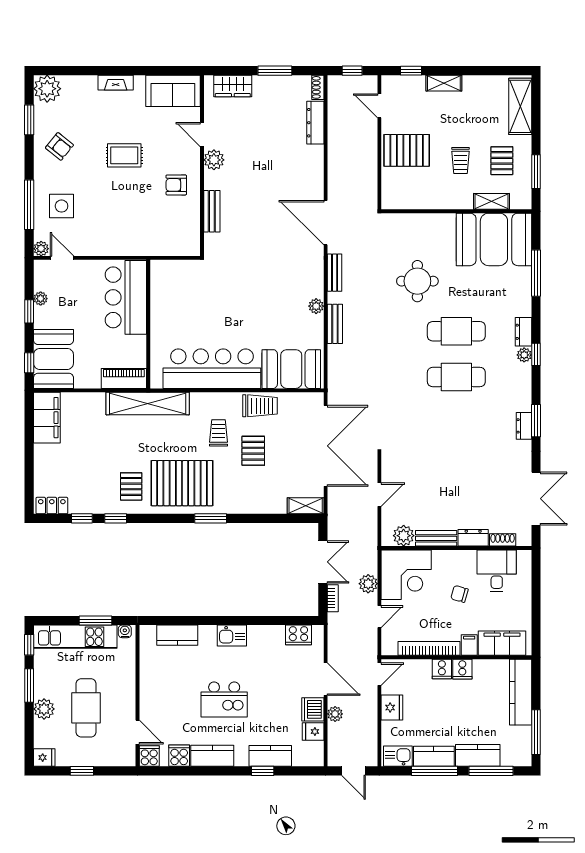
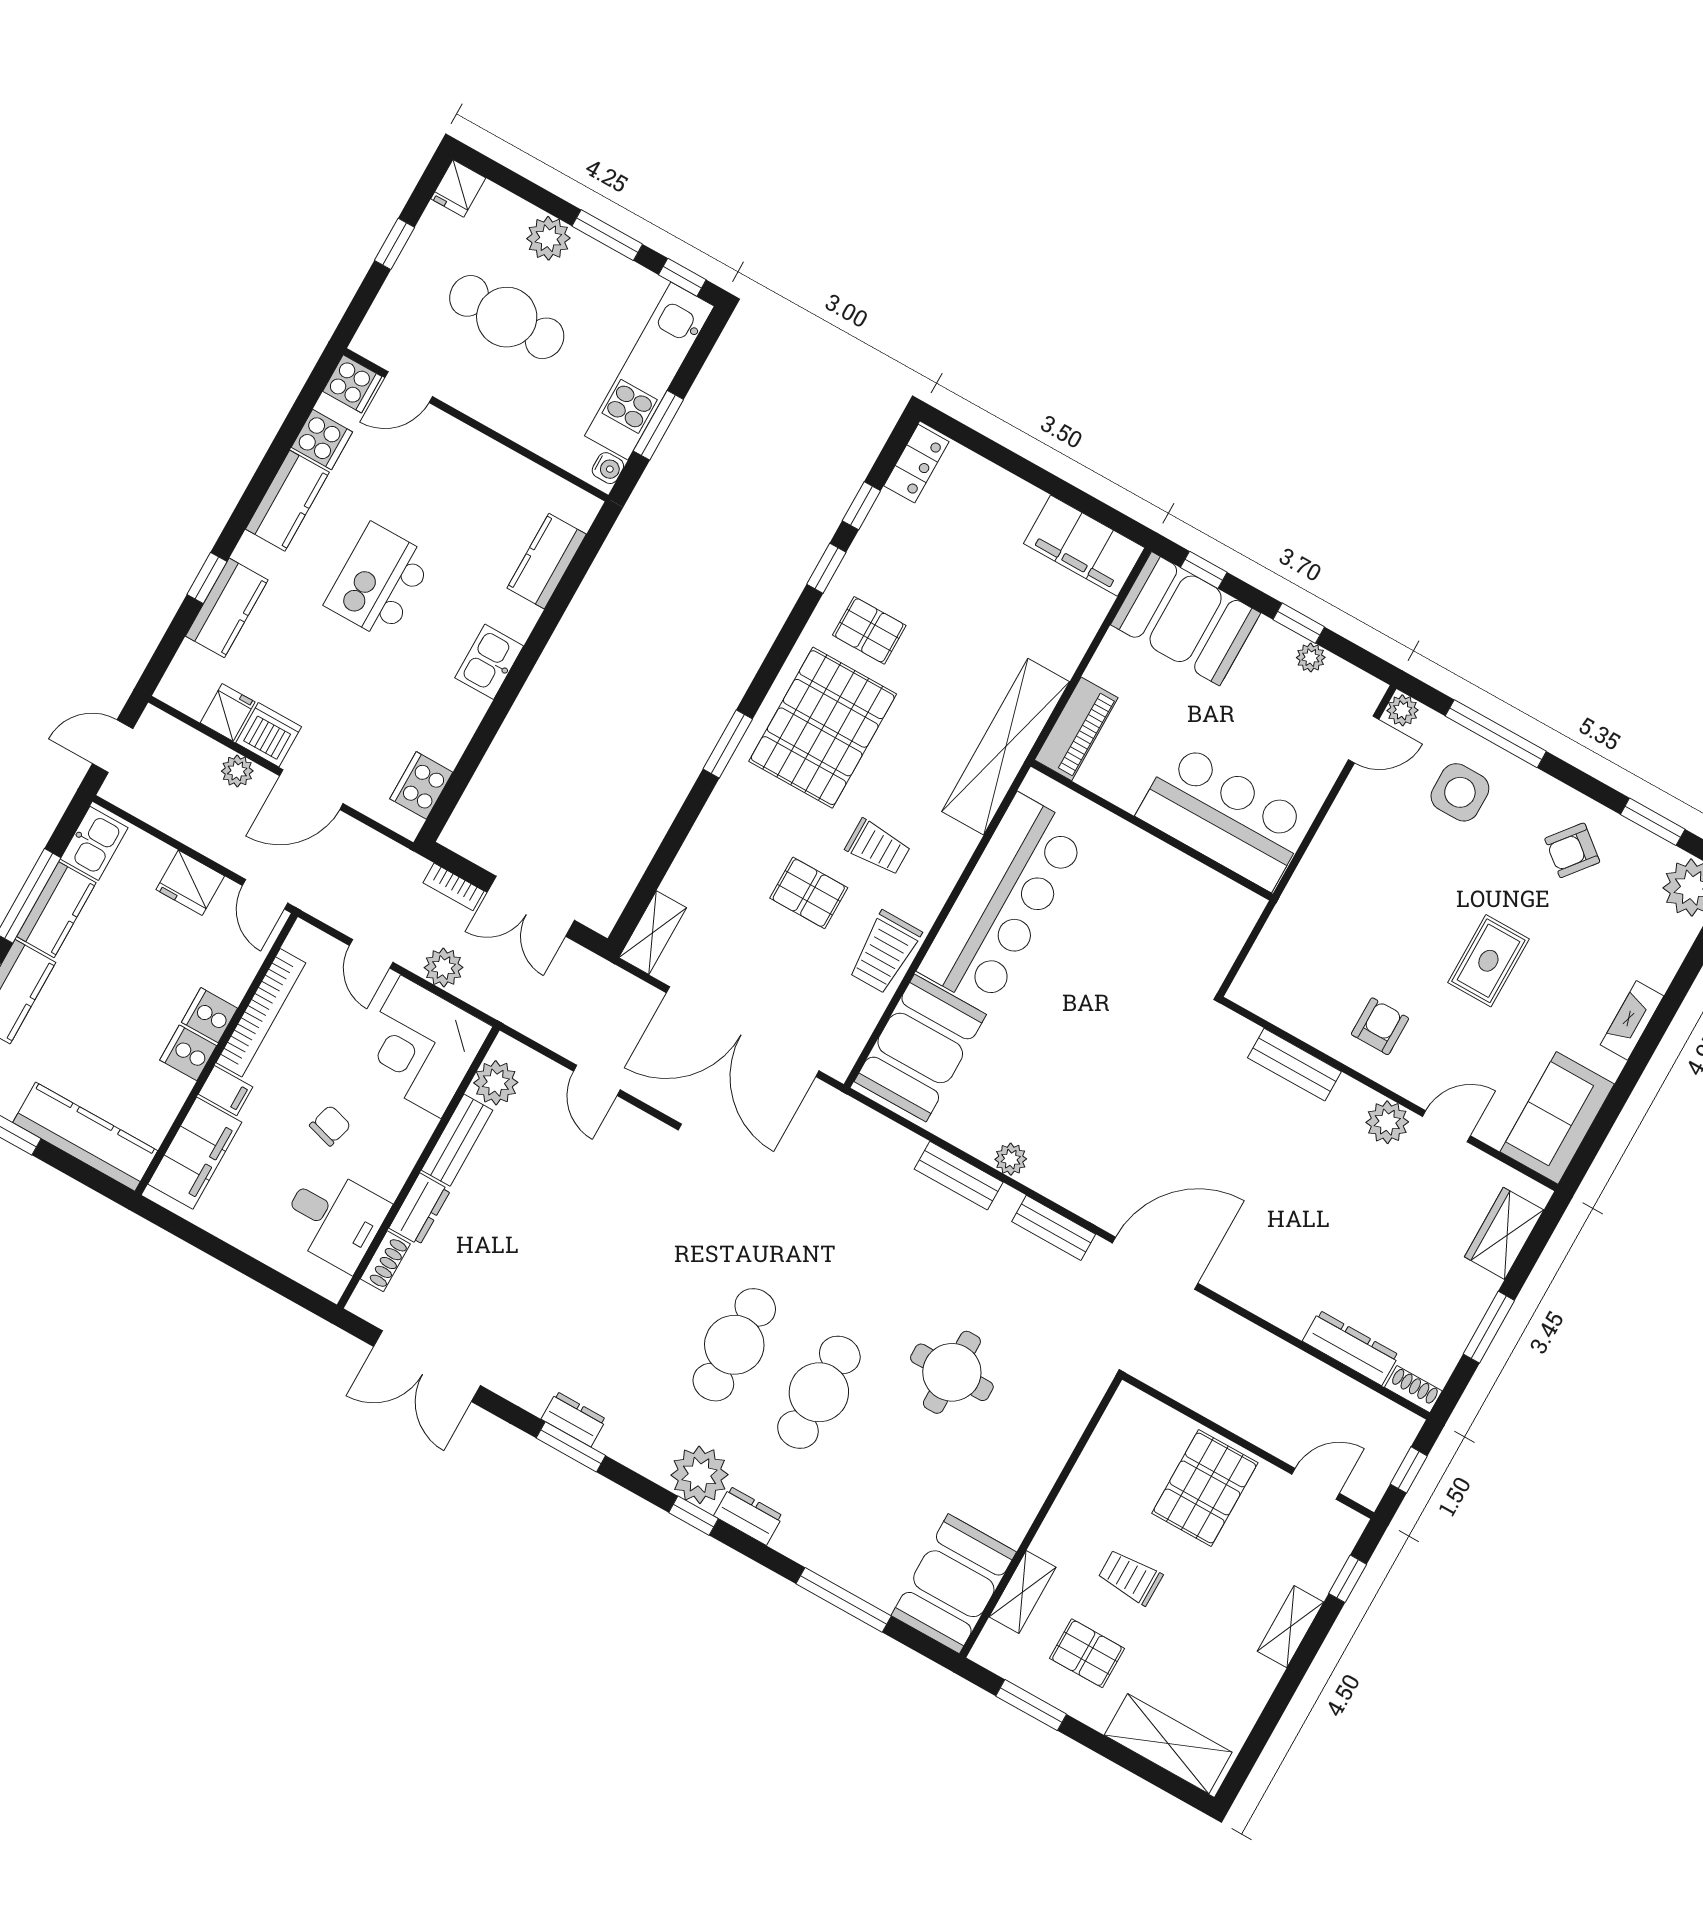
booth: (494, 239) -> (954, 1584), width x0.73, depth x0.70
plant: (524, 355) -> (700, 1475), width x1.88, depth x1.88

